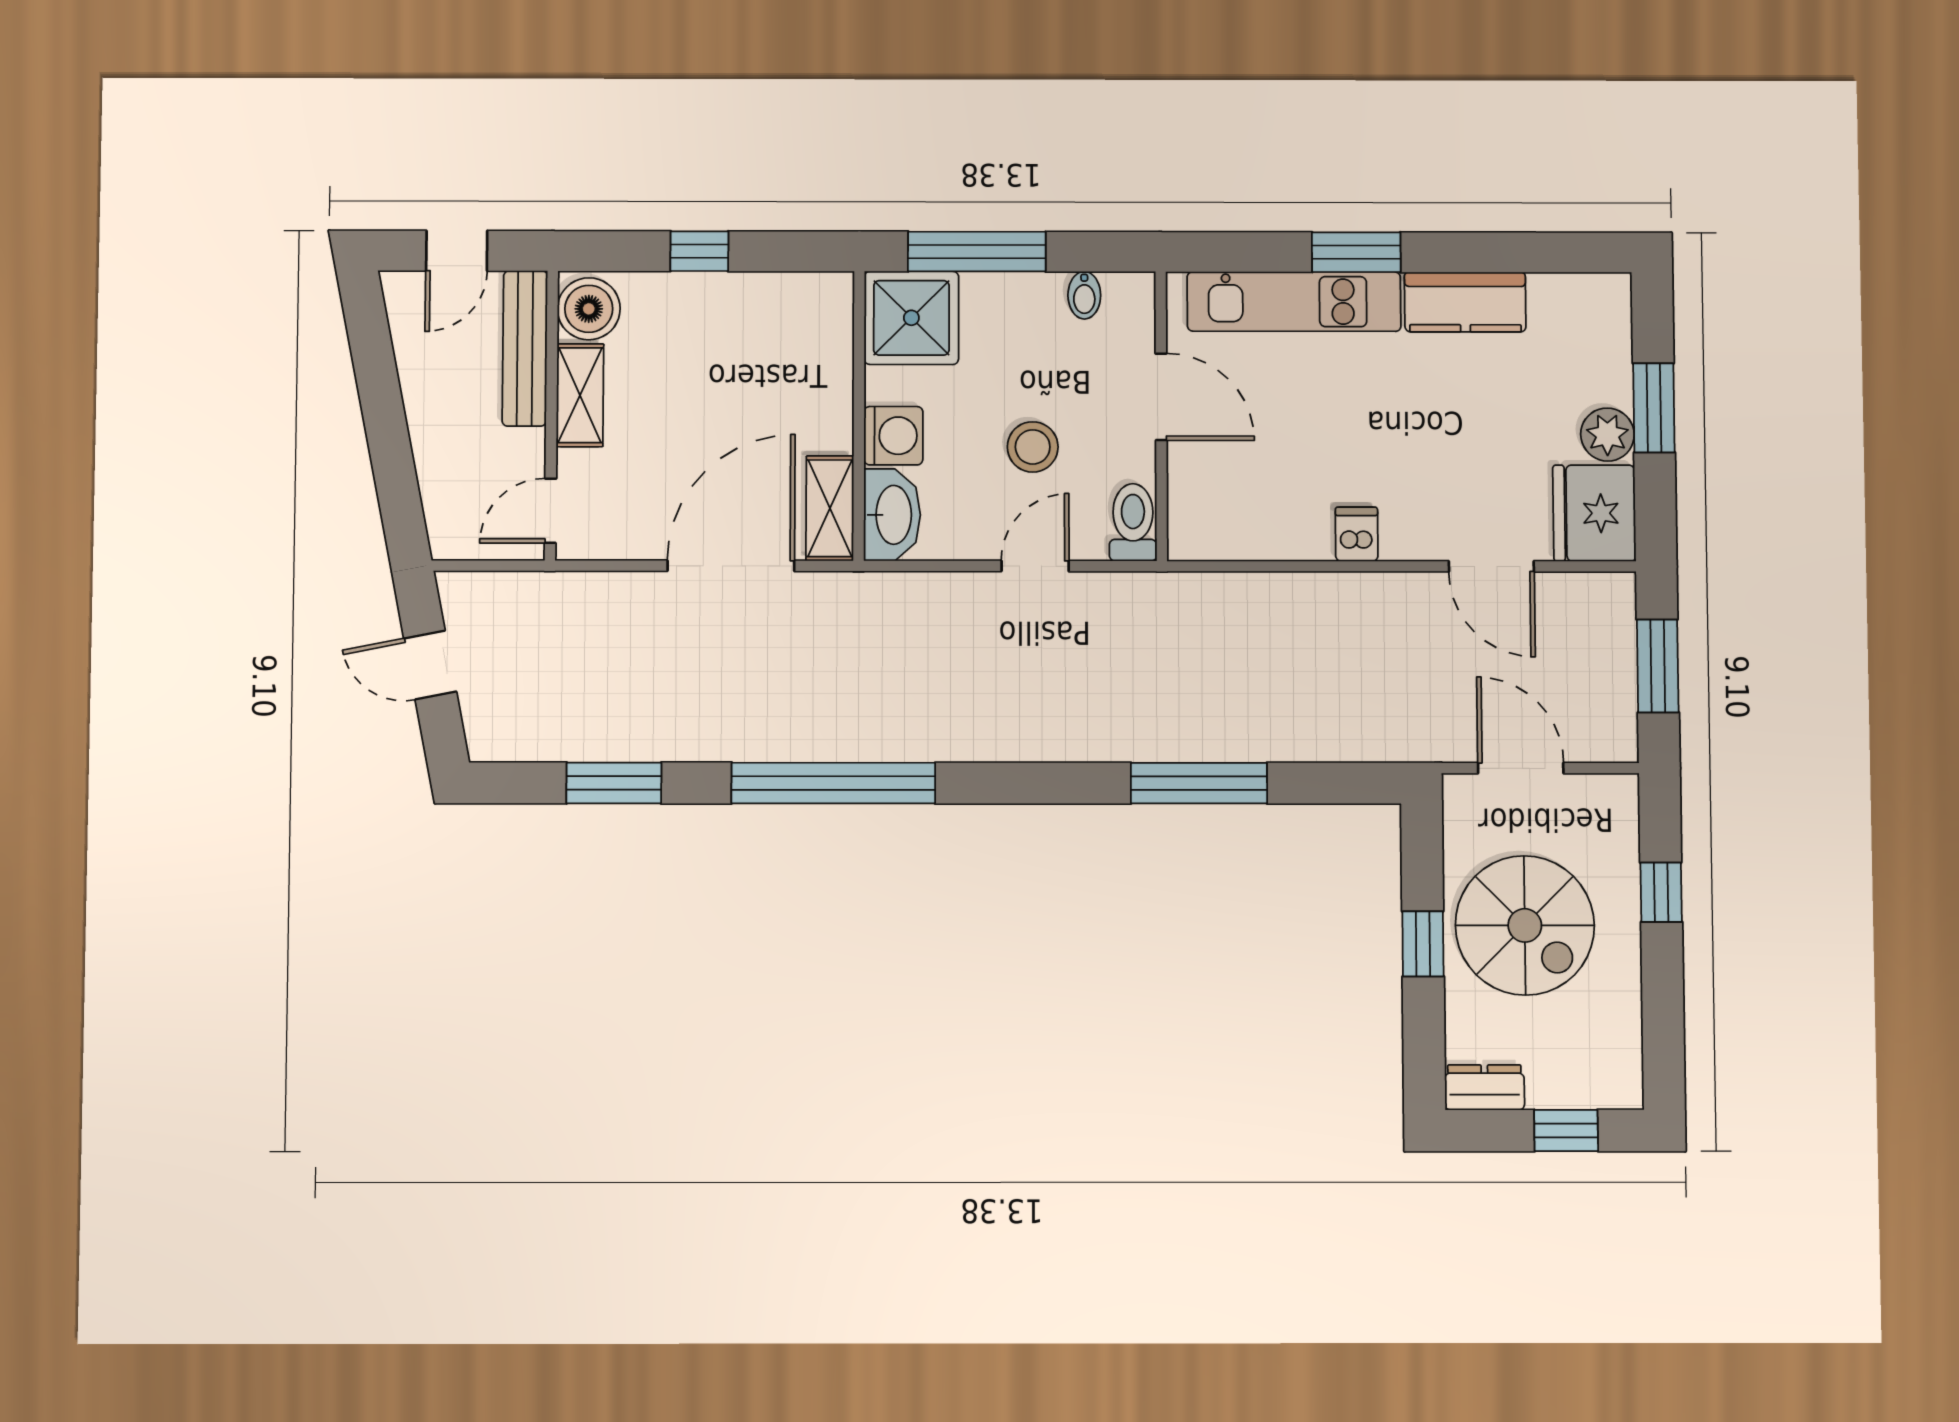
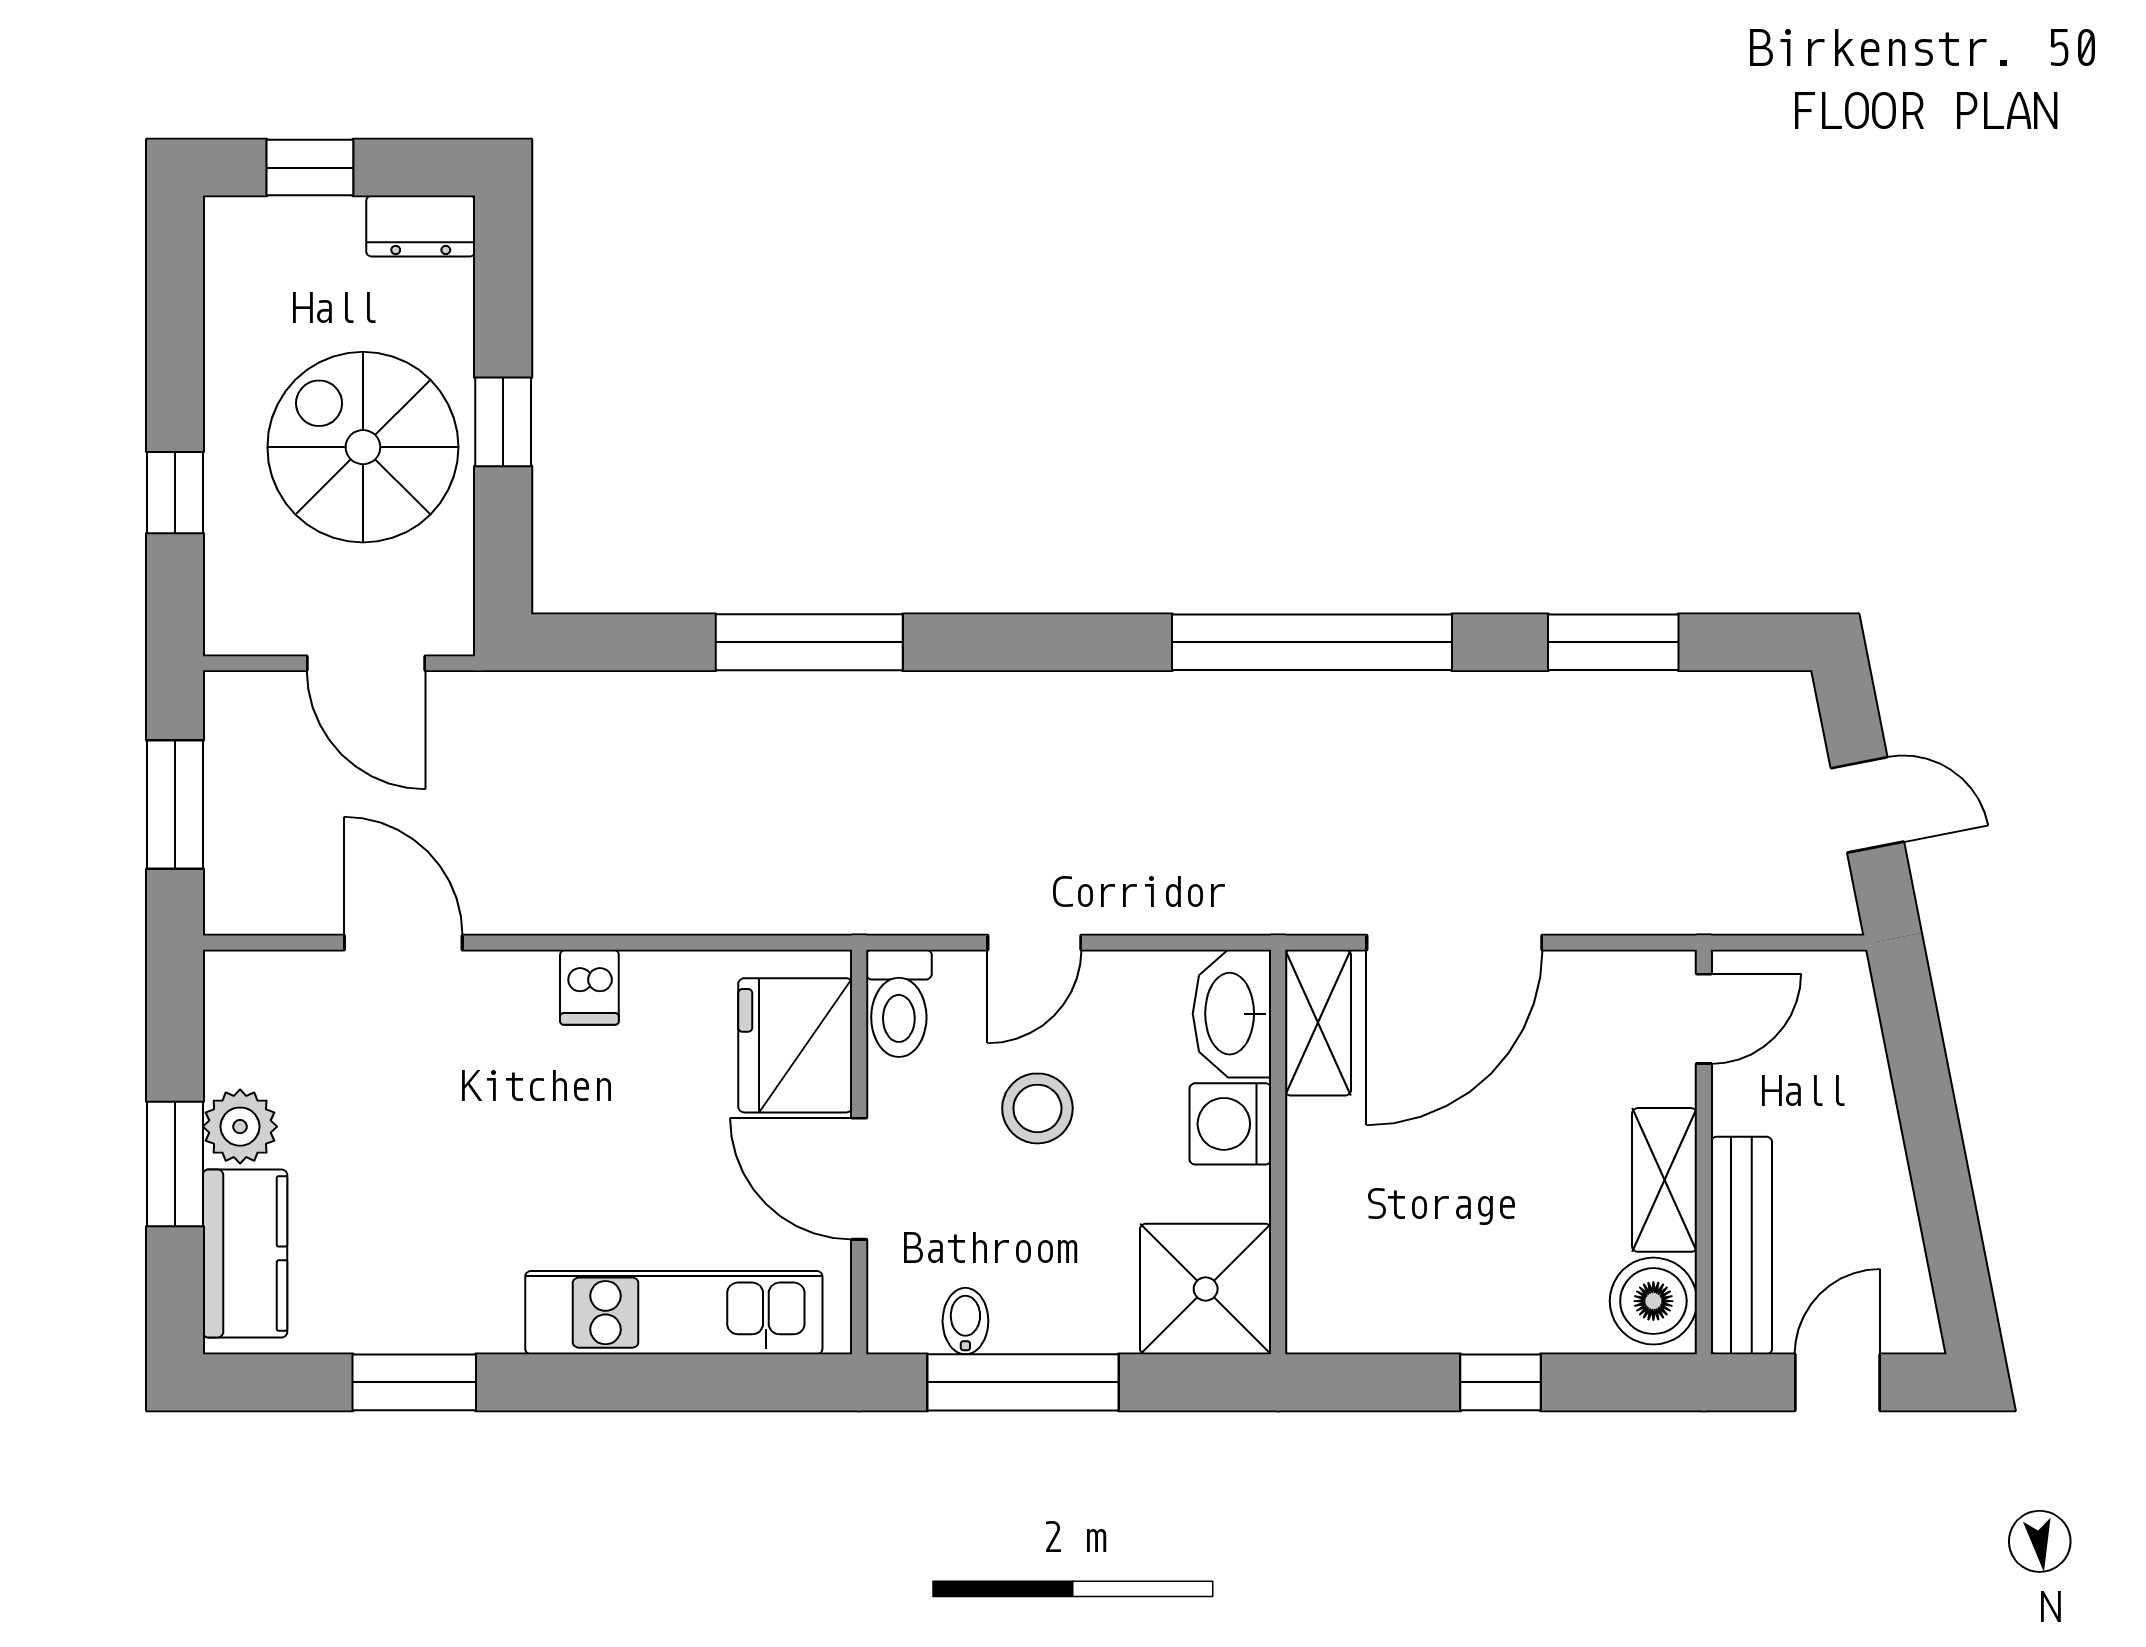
window: (977, 252) -> (1023, 1382), moved
window: (1356, 252) -> (414, 1382), moved
kitchen counter: (1465, 302) -> (245, 1253), moved, turned 90
fridge: (1594, 513) -> (795, 1045), moved, turned 180

